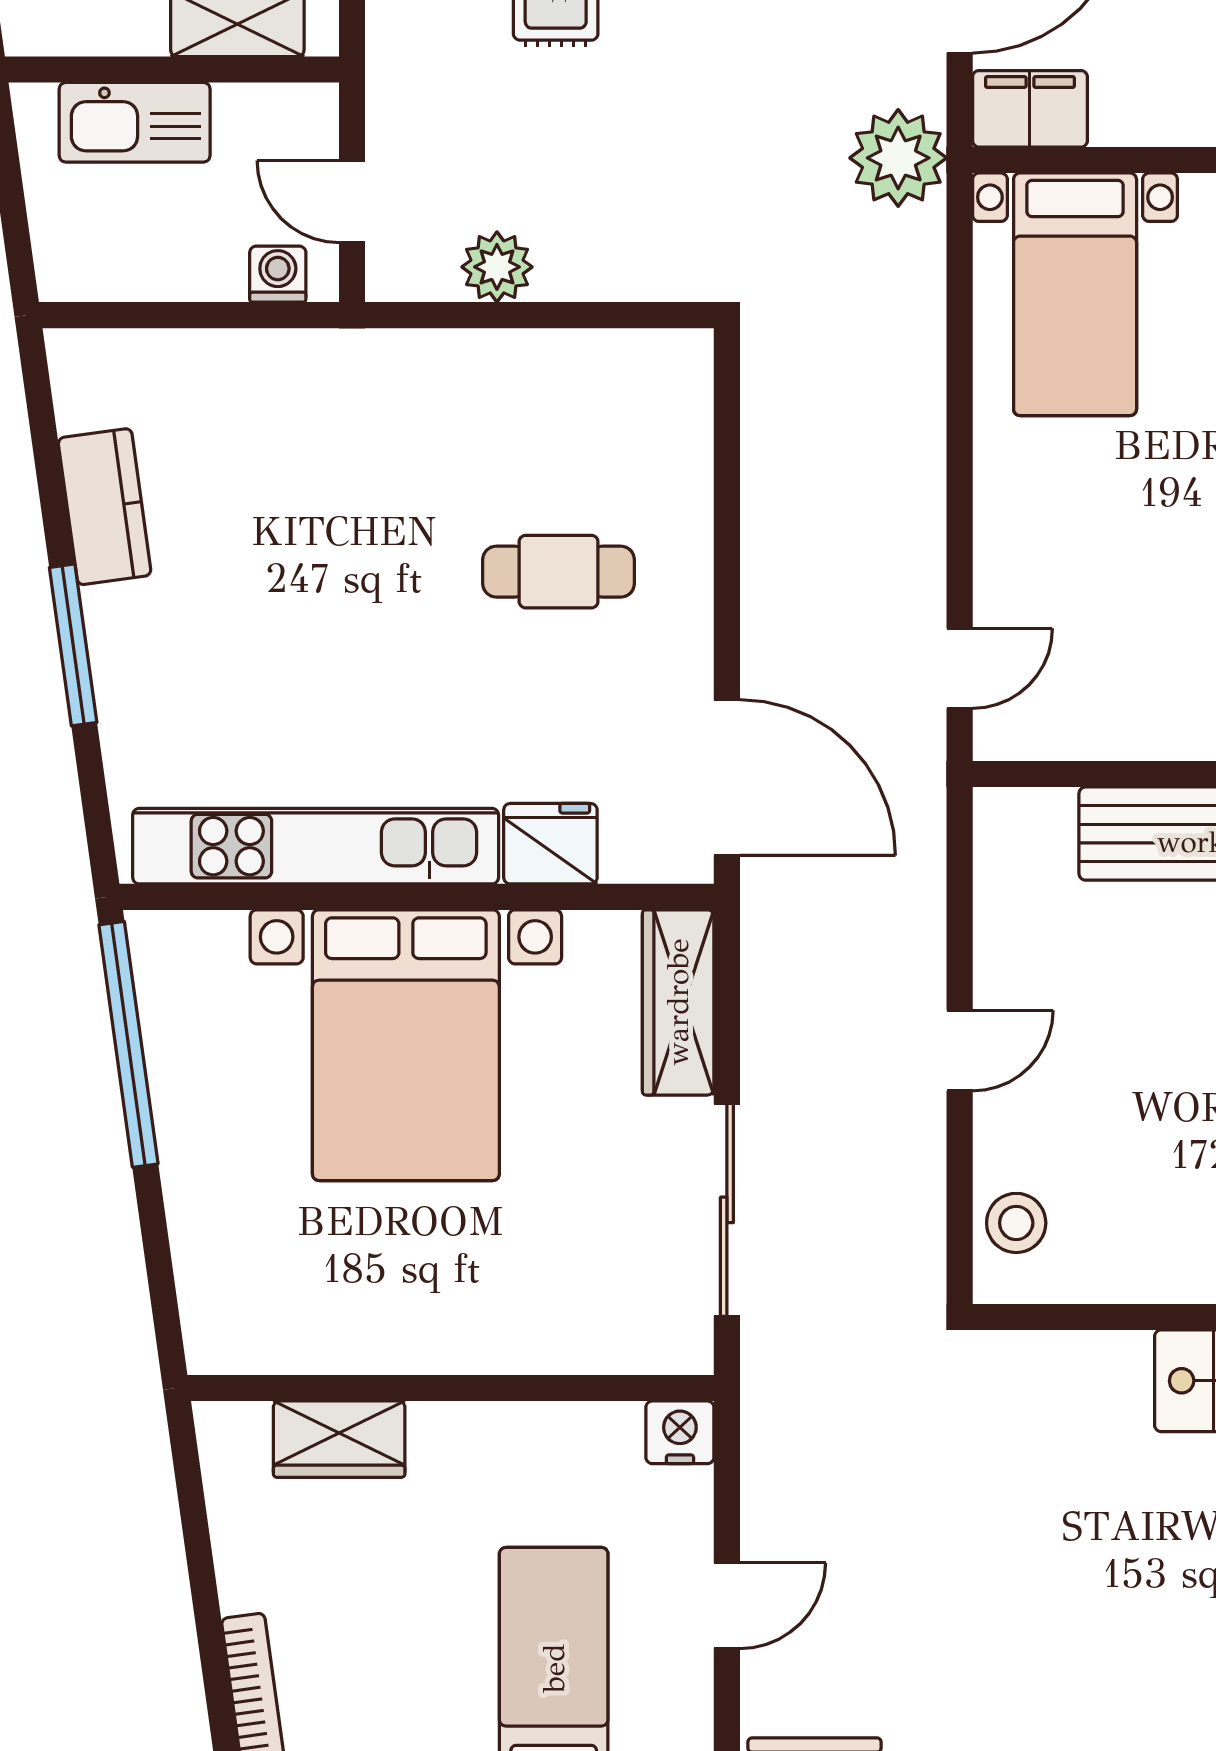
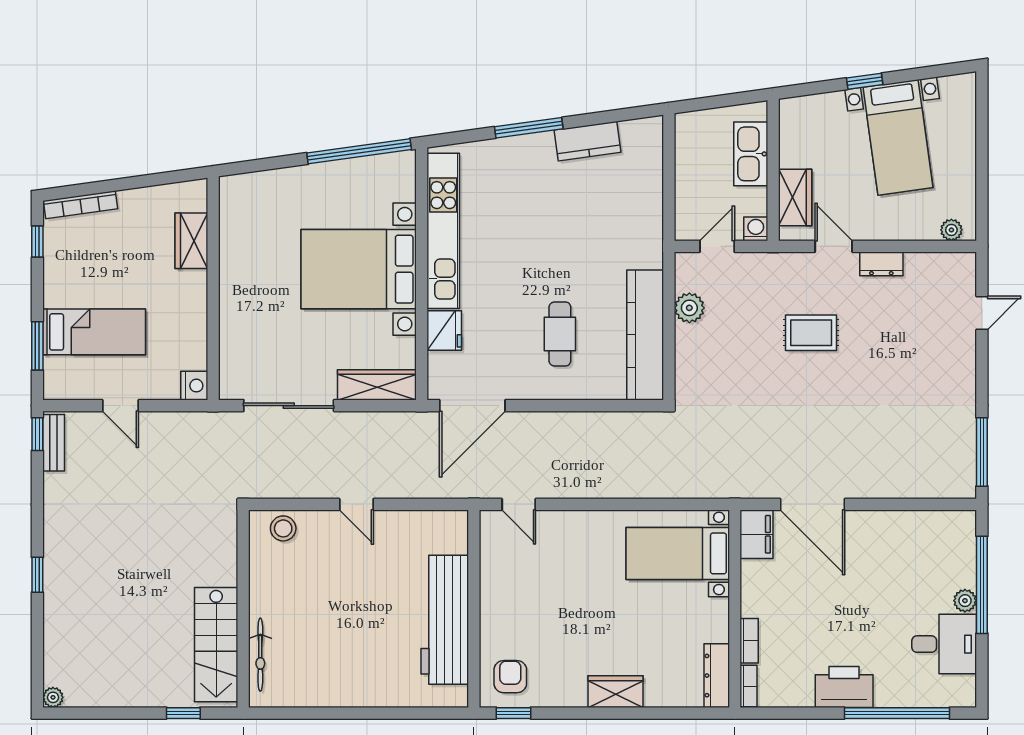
plant: (898, 158) -> (736, 478), removed
washing machine: (278, 274) -> (756, 229), moved, turned -90
kitchen counter: (561, 371) -> (645, 335), added

